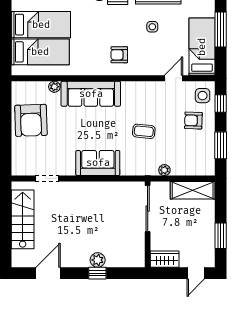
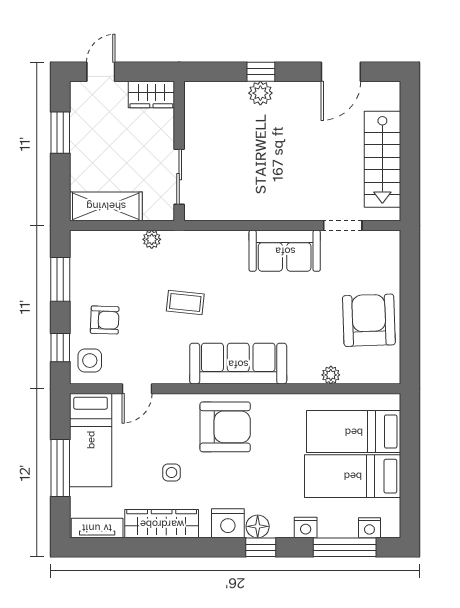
armchair: (119, 55) -> (225, 427), width x1.88, depth x1.88
sofa: (91, 94) -> (238, 364), moved
sofa: (98, 163) -> (285, 251), moved
sliding door: (148, 209) -> (179, 177), width x0.73

